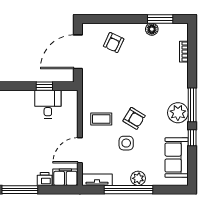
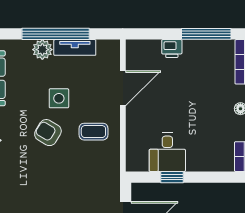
filing cabinet: (65, 177) -> (143, 51), removed
tv unit: (97, 180) -> (75, 47), moved

